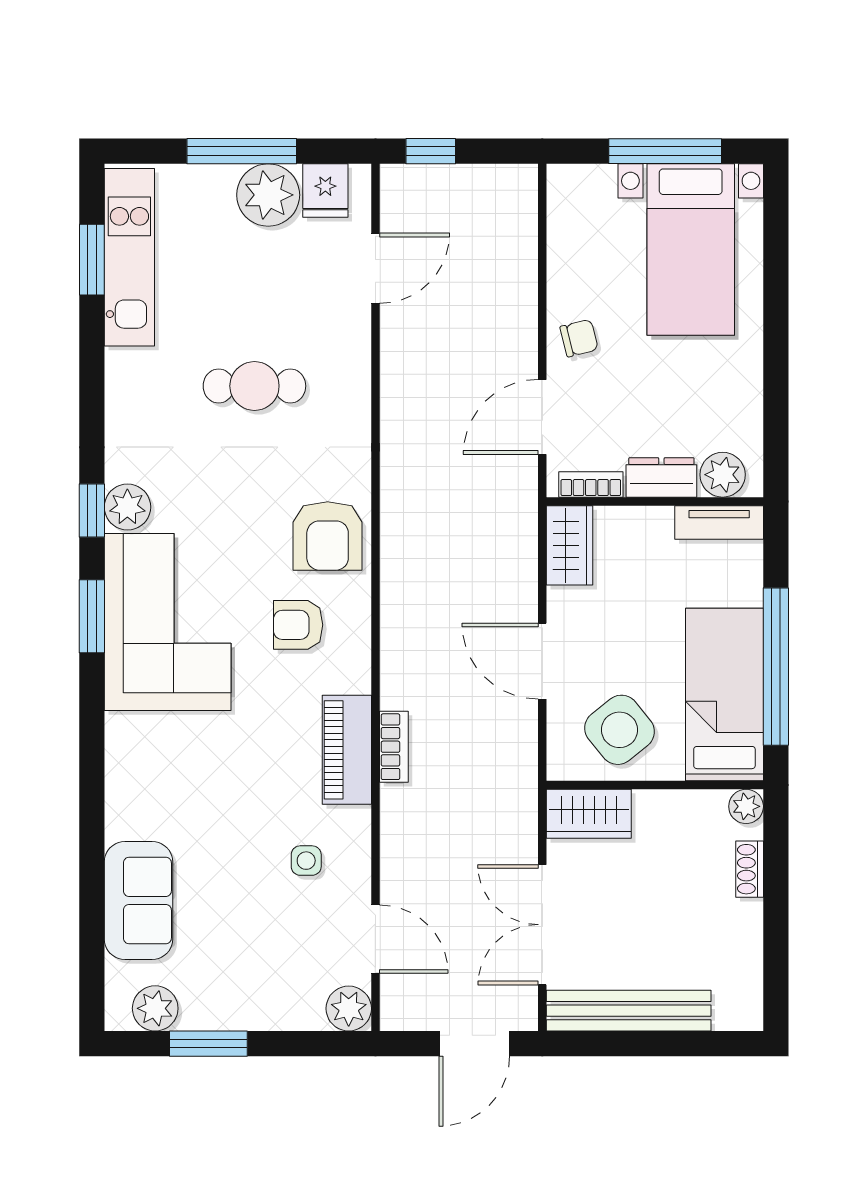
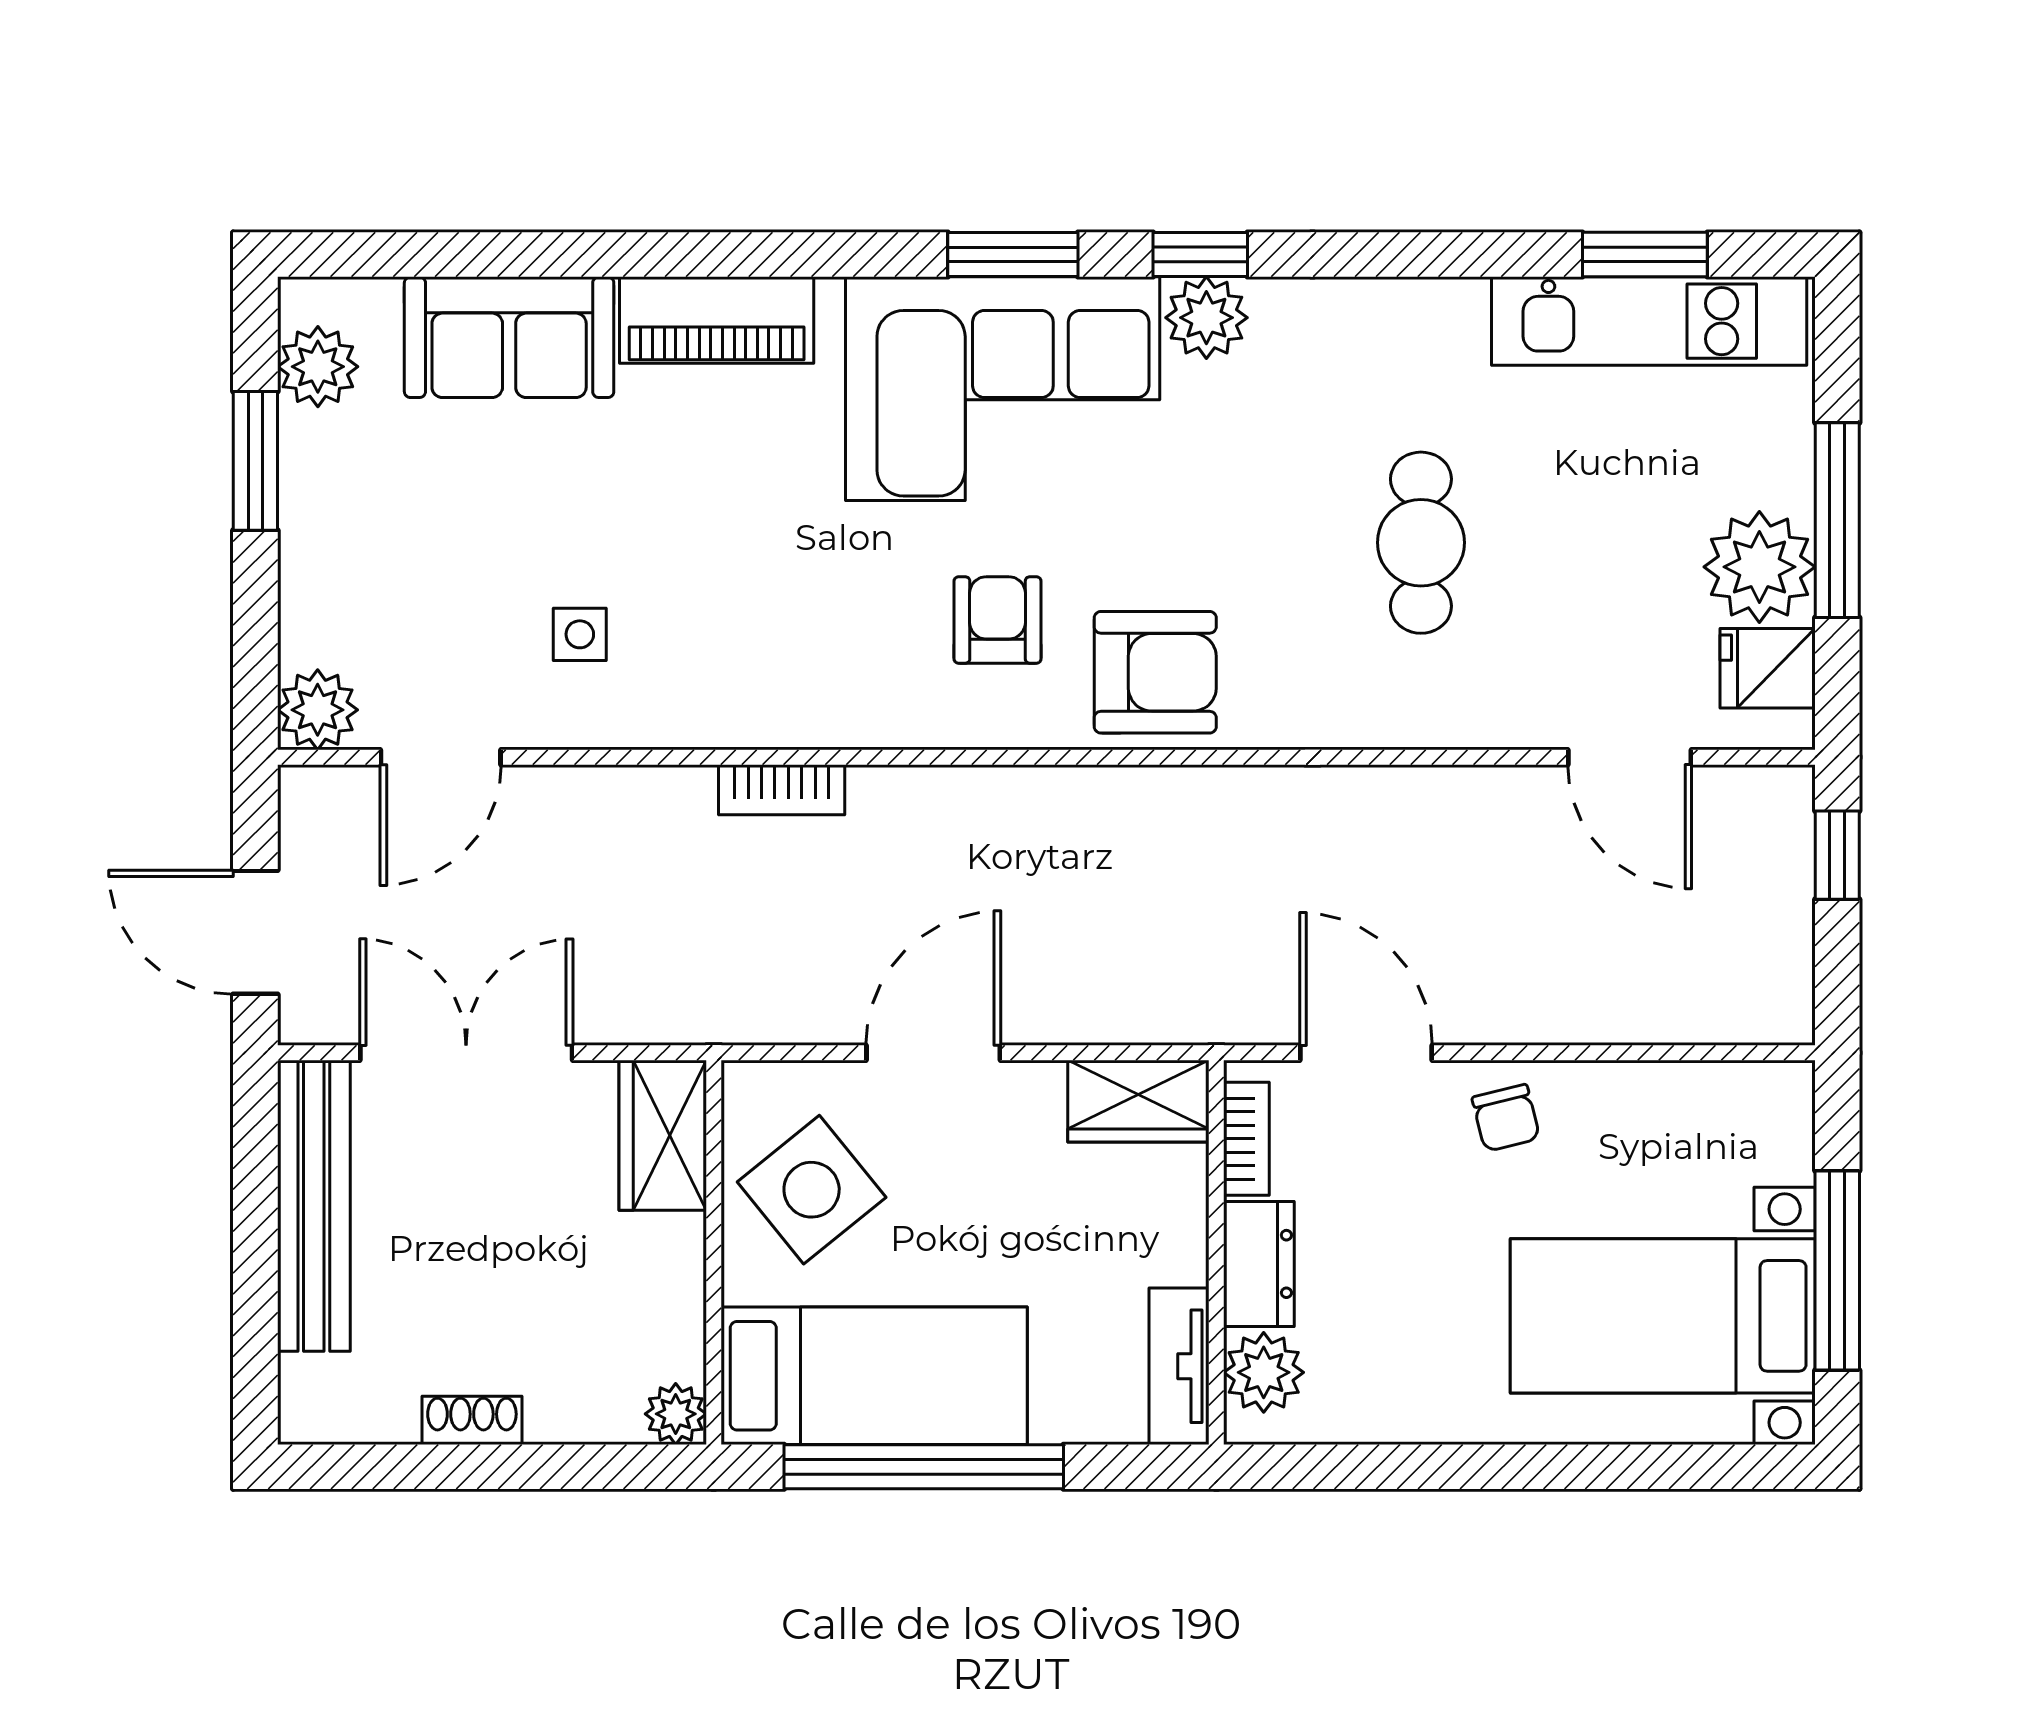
armchair: (328, 536) -> (1155, 672), turned 180
piano: (347, 750) -> (717, 320), moved, turned 180
shoe rack: (750, 869) -> (472, 1420), moved

